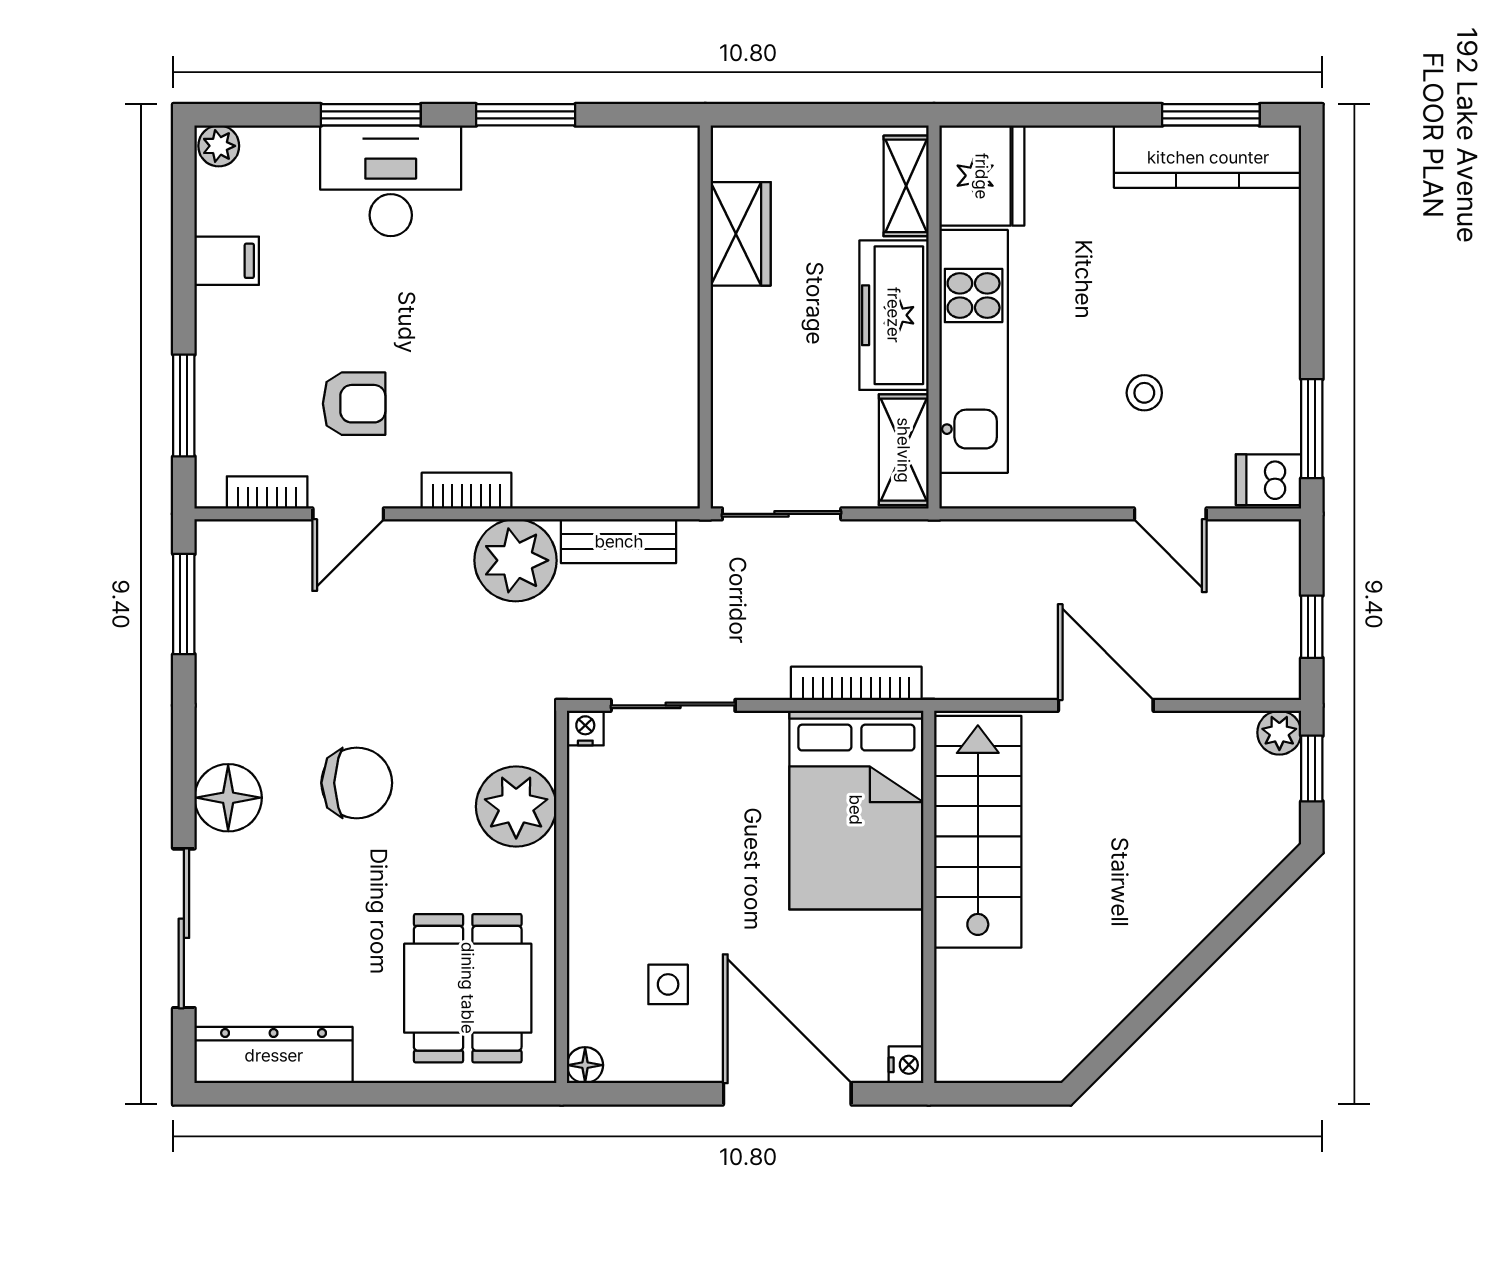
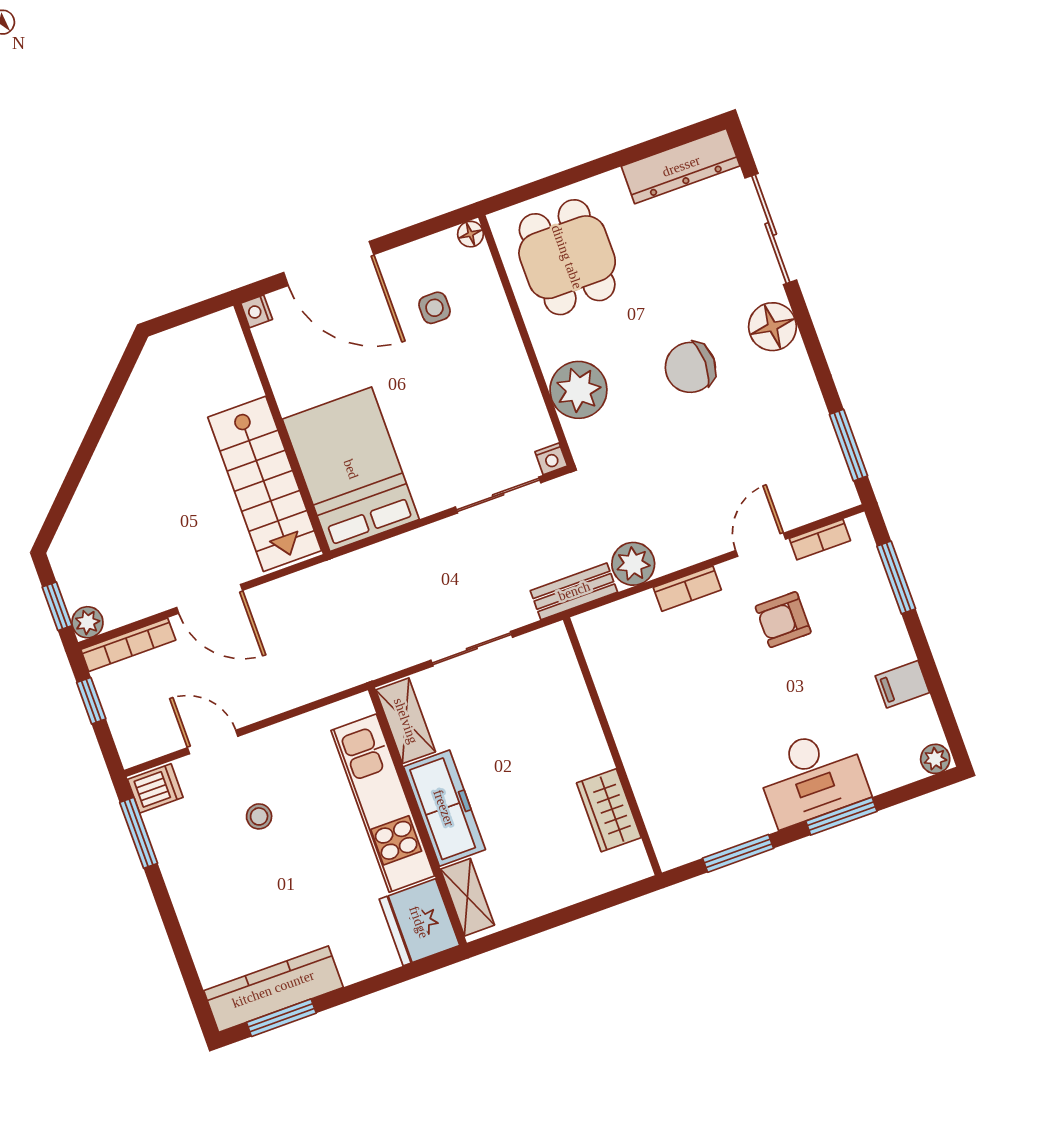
wardrobe: (741, 234) -> (609, 810), moved
wall: (705, 317) -> (612, 746), moved
plant: (516, 560) -> (633, 564), width x0.73, depth x0.73
bookcase: (856, 683) -> (128, 645), moved

